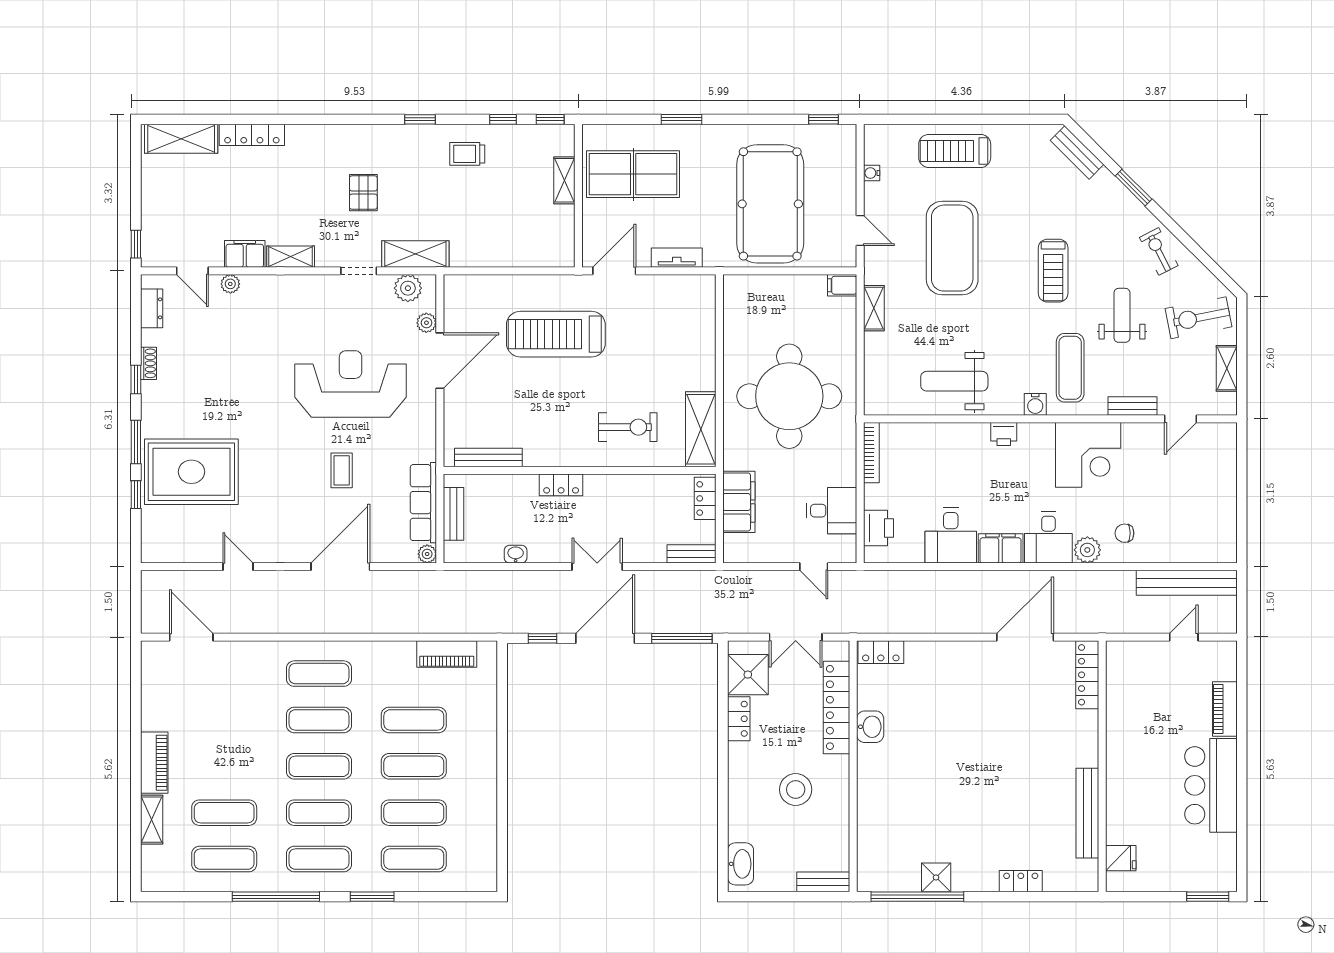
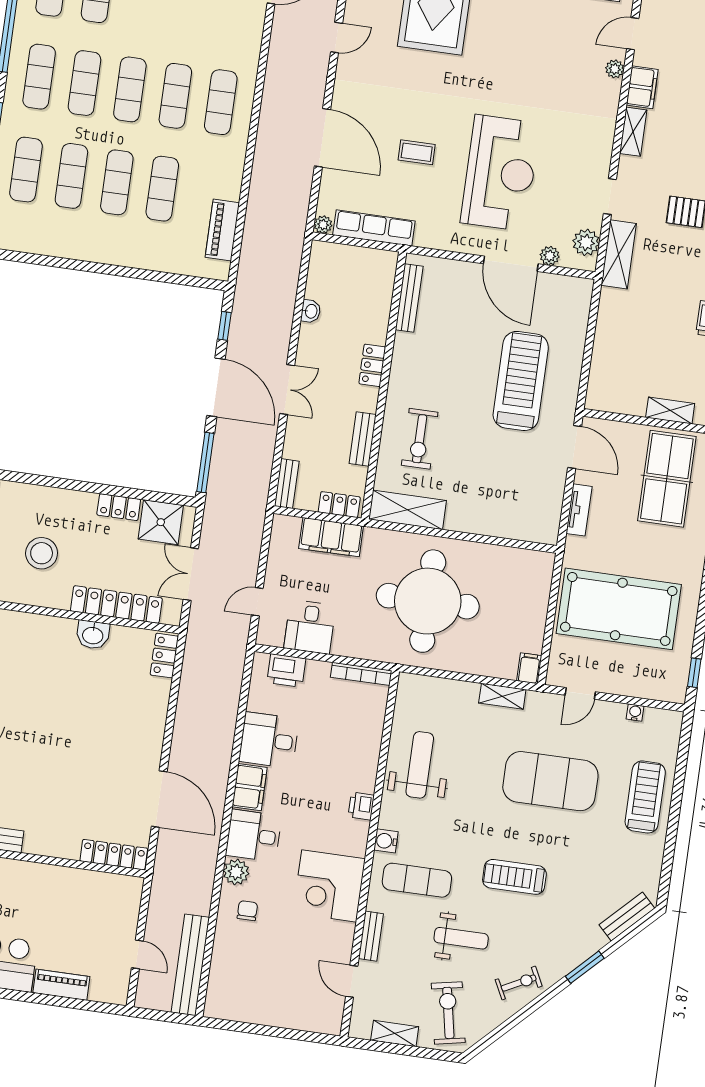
bench: (454, 514) -> (363, 439), moved, turned 90

